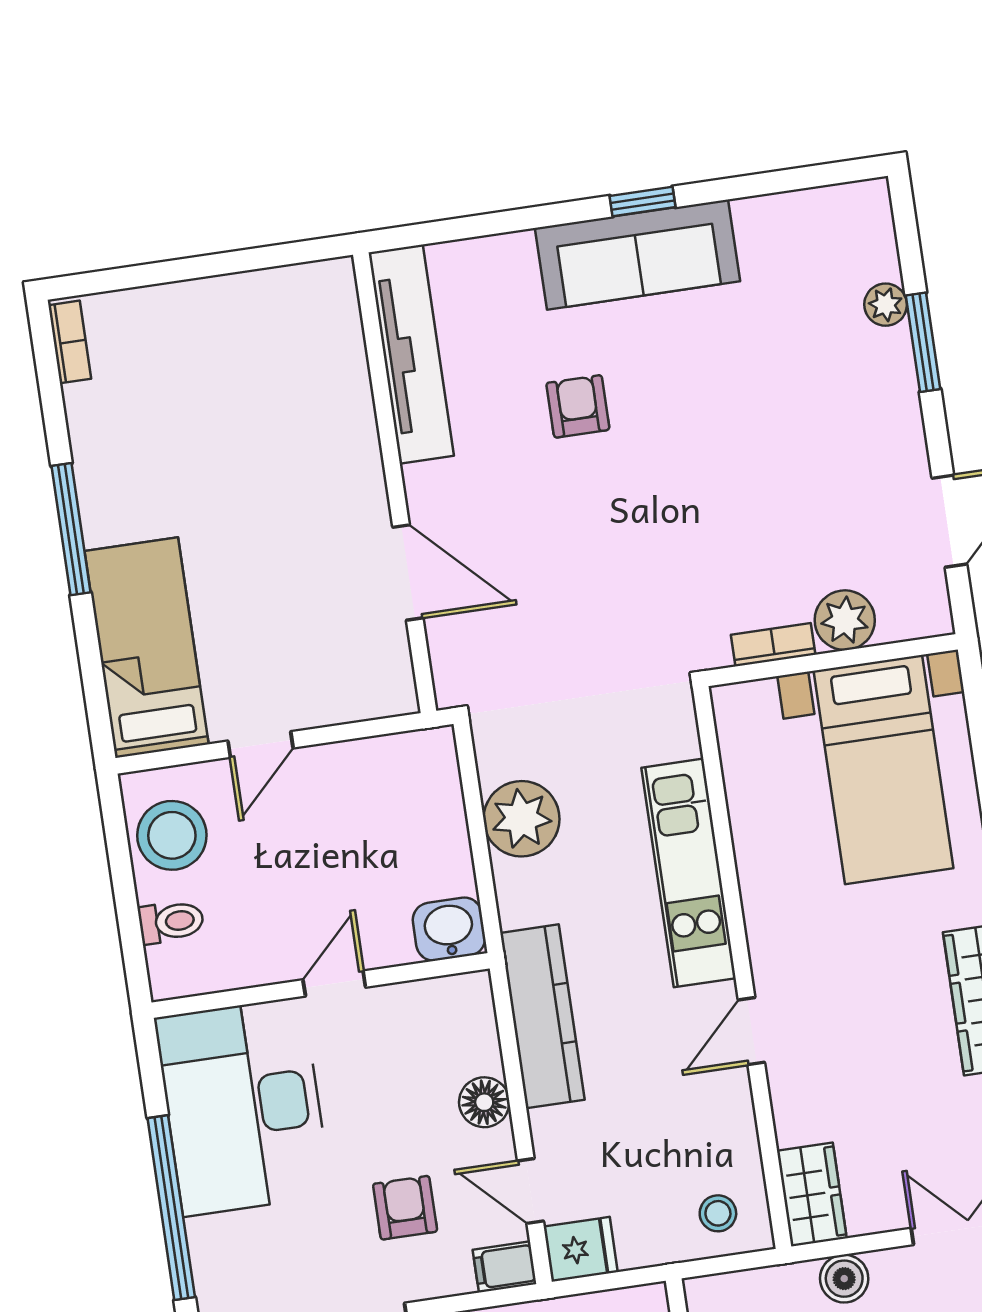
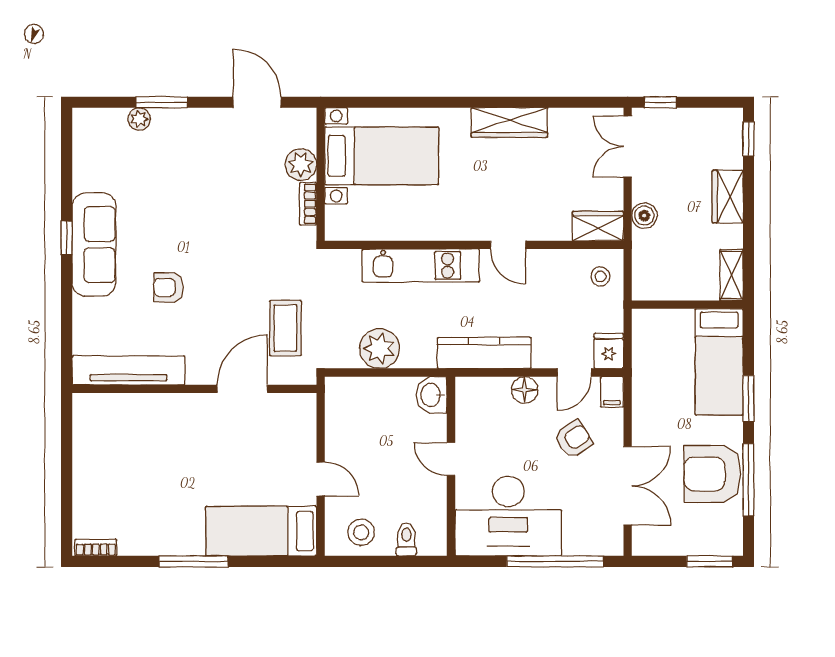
coffee table: (534, 637) -> (285, 328), added
stool: (172, 835) -> (361, 532), width x0.73, depth x0.73
armchair: (405, 1208) -> (574, 439), turned 146

